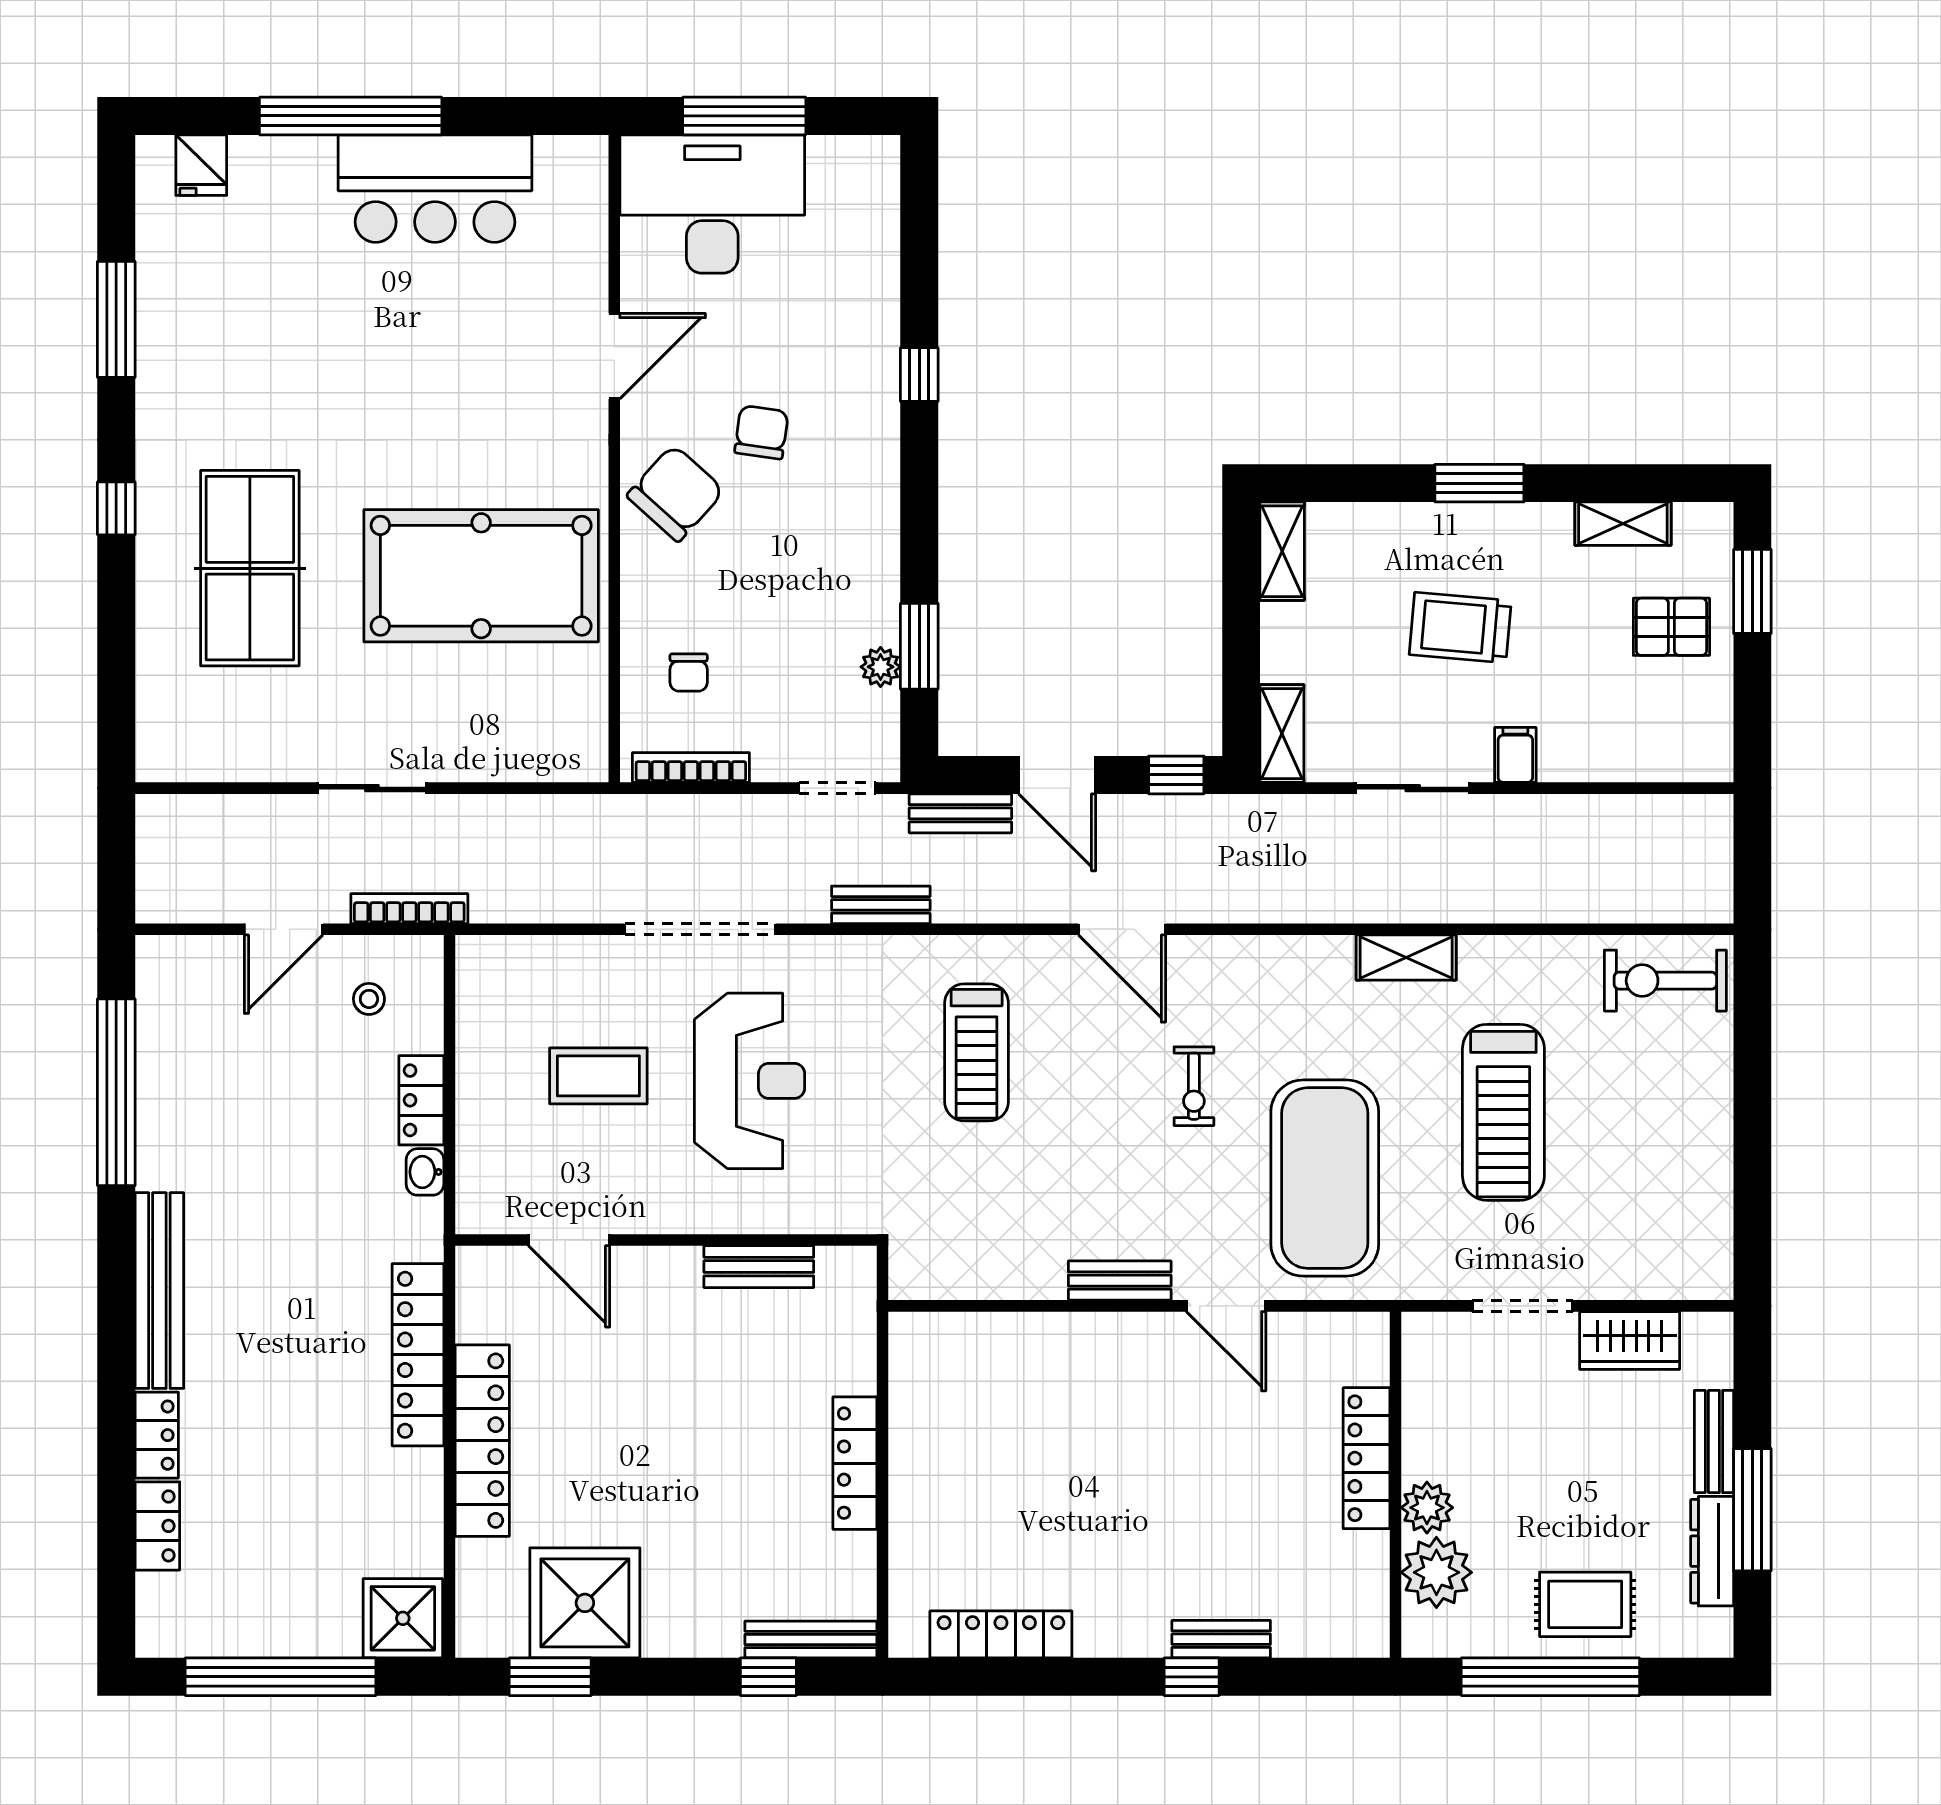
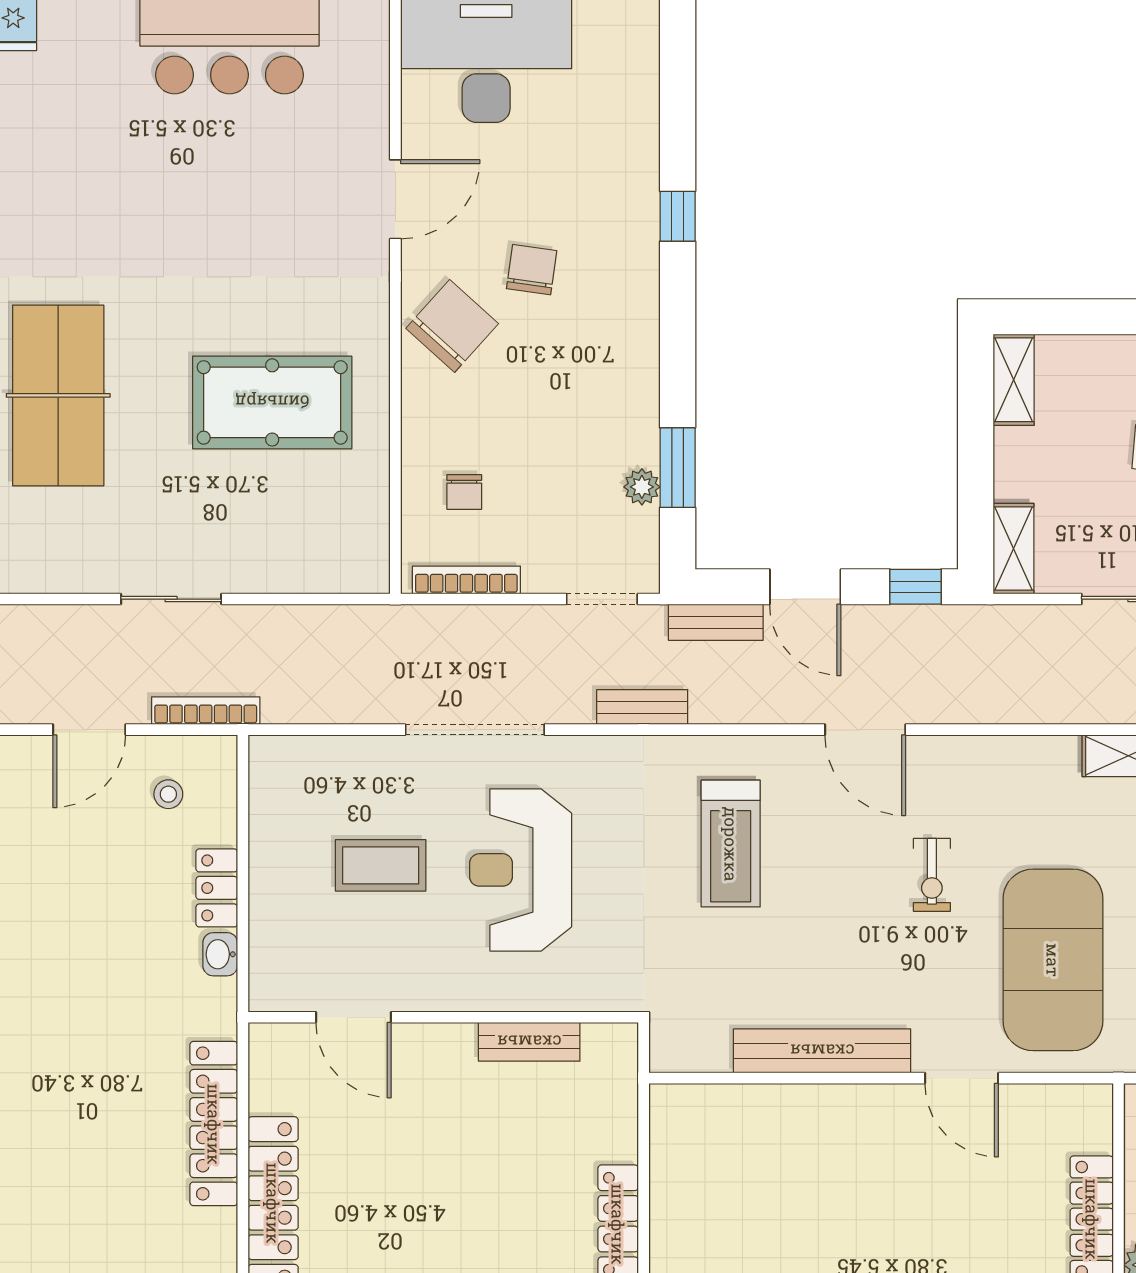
pool table: (481, 576) -> (272, 402), width x0.73, depth x0.76
reception desk: (750, 1081) -> (521, 870), turned 180
bench: (1120, 1281) -> (822, 1051), width x1.86, depth x1.21

